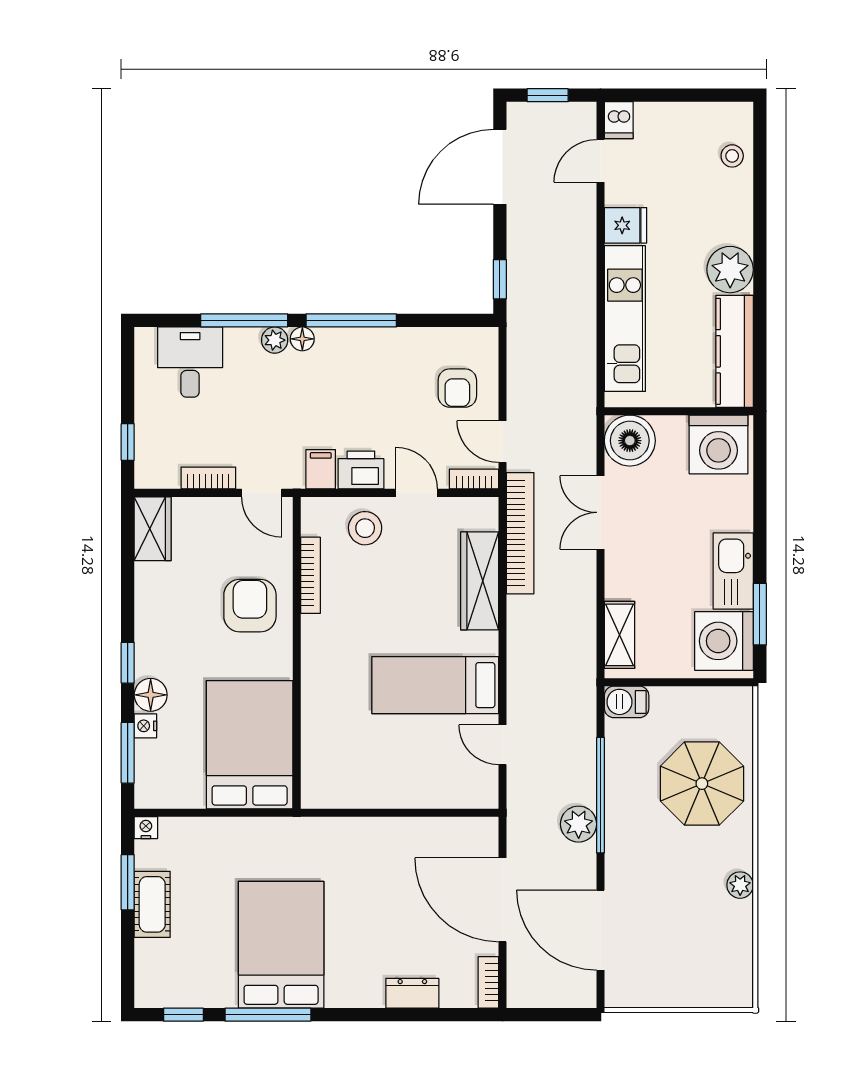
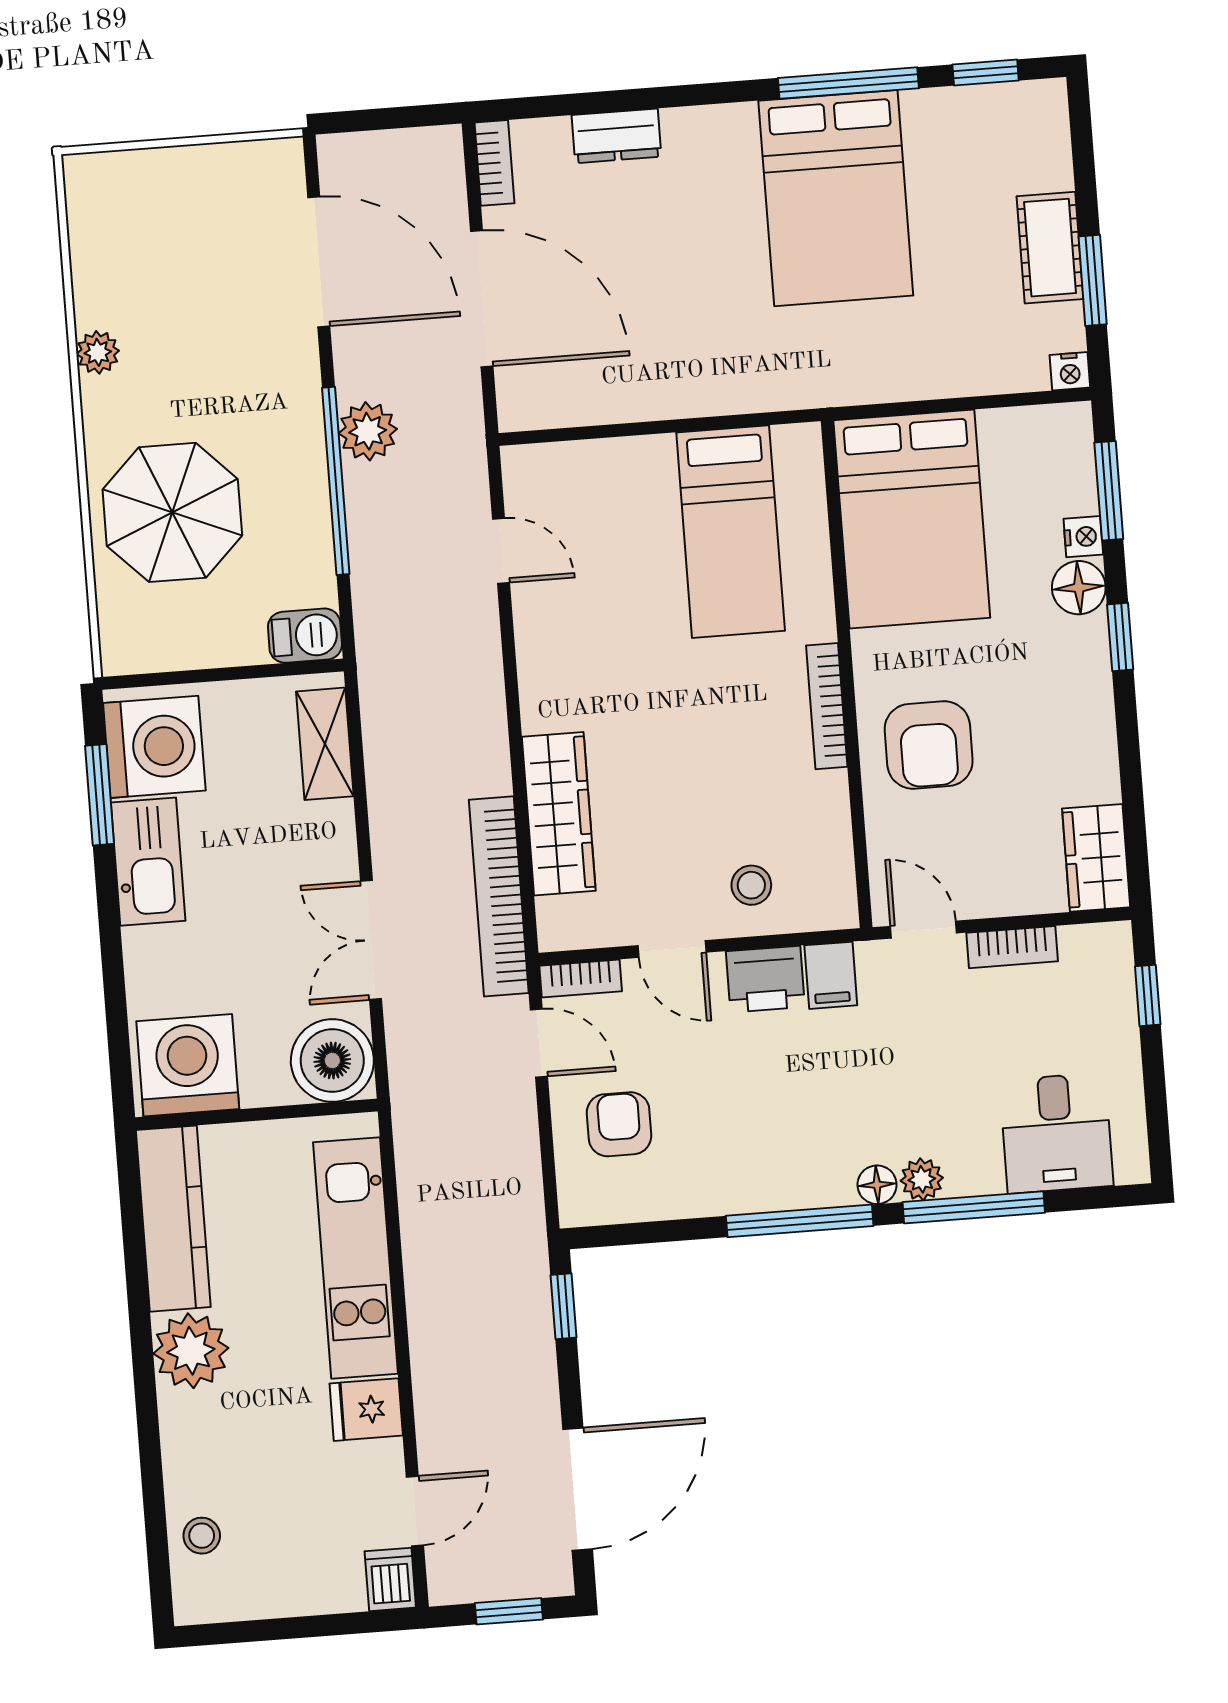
double door: (600, 512) -> (371, 940), swing flipped
stool: (365, 528) -> (751, 885), width x0.73, depth x0.73
bookcase: (310, 575) -> (827, 706), moved
bed: (435, 685) -> (731, 532), moved, turned 90

